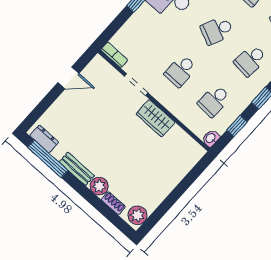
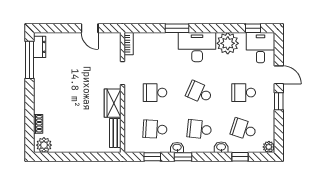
washbasin: (211, 138) -> (177, 148), moved
bench: (77, 169) -> (115, 133), moved
plant: (99, 186) -> (41, 106), removed

